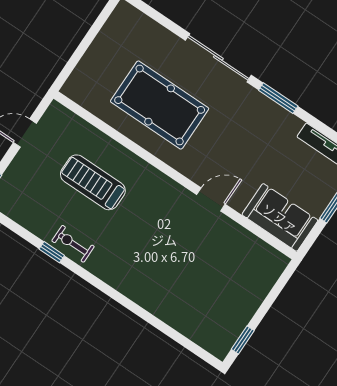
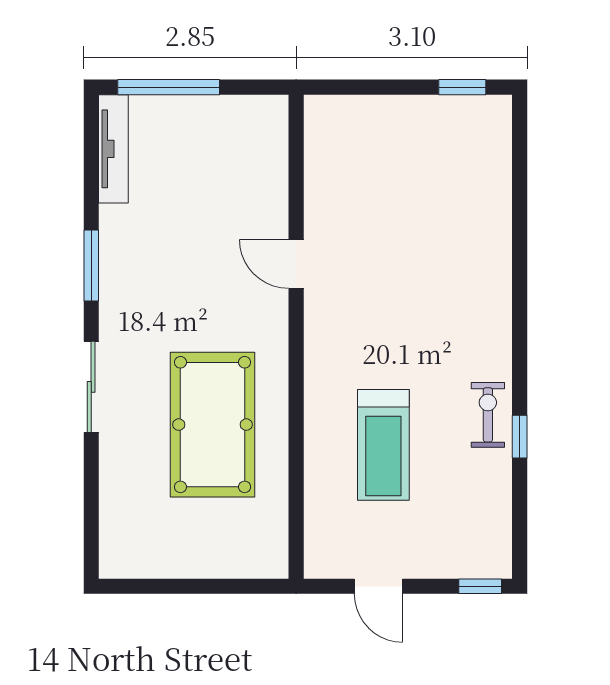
sliding door: (218, 58) -> (91, 387), width x0.73
sofa: (280, 217) -> (256, 151), removed
exercise bike: (73, 244) -> (488, 415), turned 180

